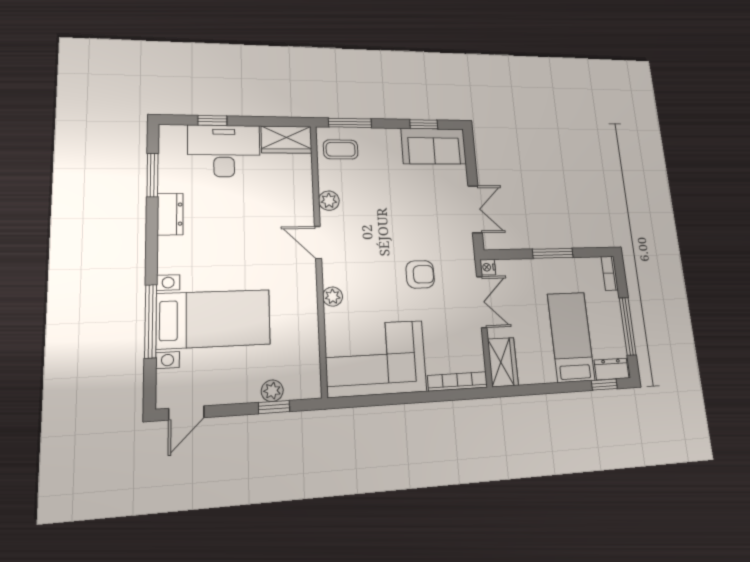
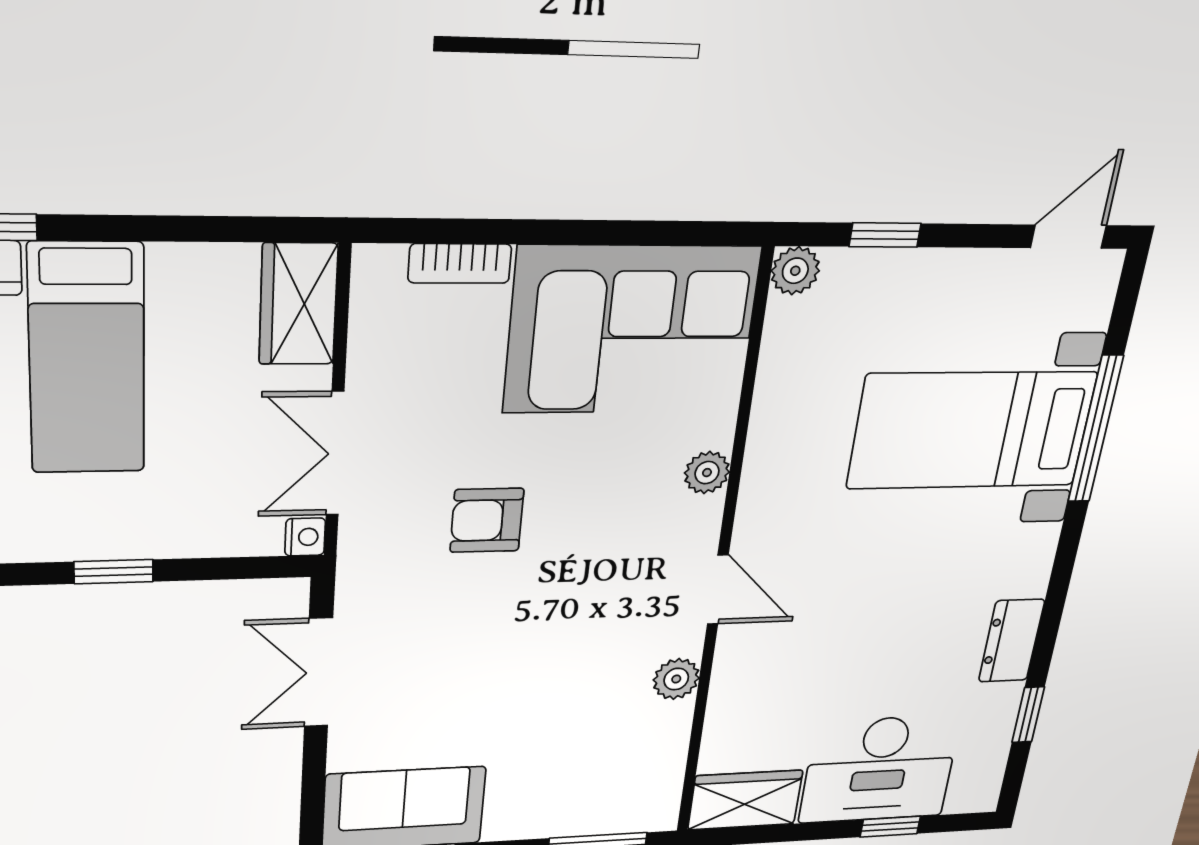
coffee table: (341, 149) -> (629, 788), removed
window: (152, 175) -> (1028, 715), width x0.67
window: (553, 253) -> (114, 572), width x0.67
bookcase: (458, 381) -> (460, 263), width x0.64
plant: (272, 391) -> (795, 271), moved

